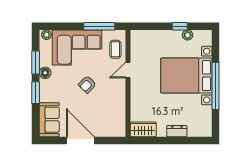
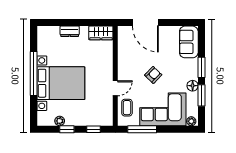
window: (151, 26) -> (93, 129), added
door: (80, 140) -> (145, 23), moved

